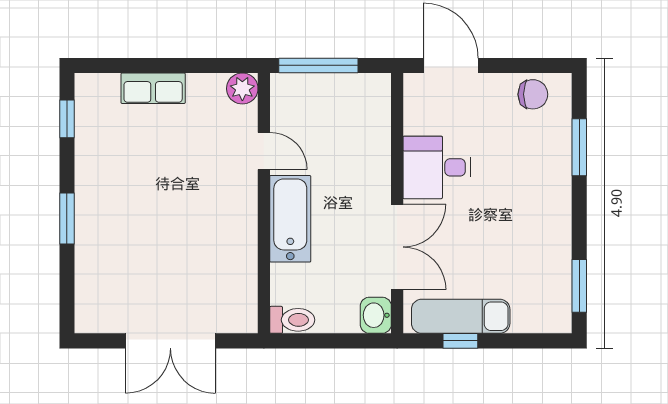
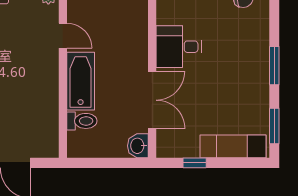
window: (579, 147) -> (274, 66), moved
exam couch: (461, 316) -> (233, 146), moved
toilet: (292, 320) -> (82, 121), moved

